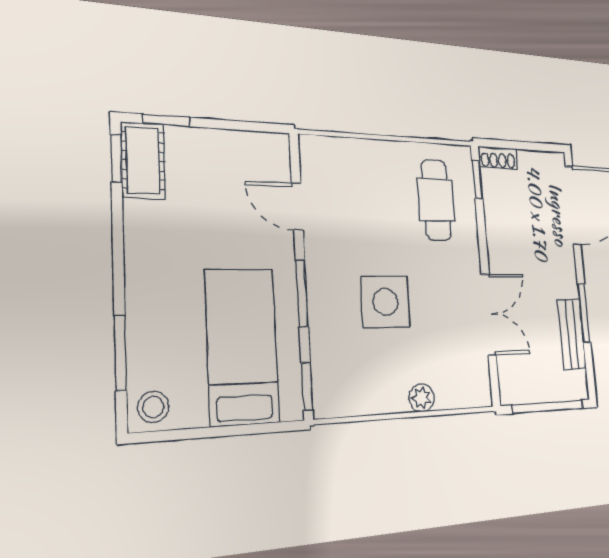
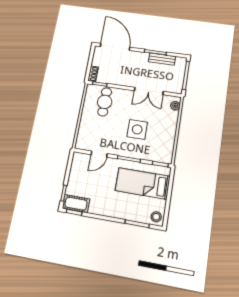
cafe table: (436, 200) -> (105, 102), turned 90
double door: (489, 314) -> (149, 91), swing flipped
plant: (422, 398) -> (175, 106), moved

